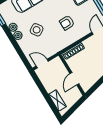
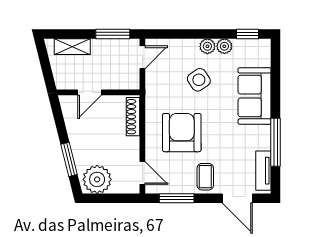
armchair: (67, 23) -> (182, 133), width x1.88, depth x1.88
door: (74, 79) -> (90, 92), swing flipped
window: (40, 85) -> (113, 34), added

